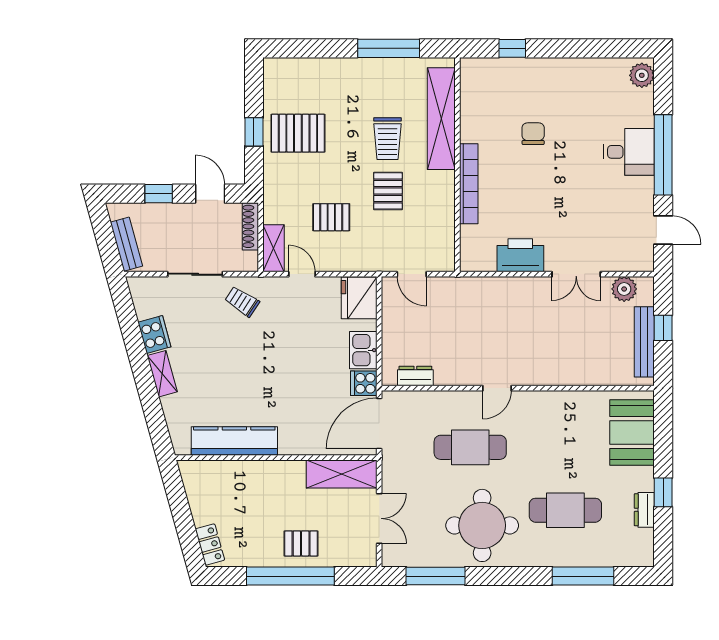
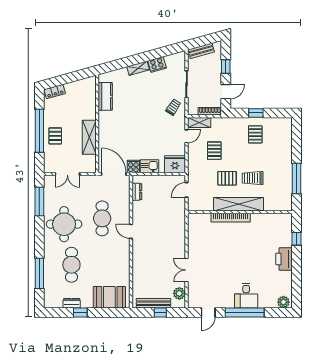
shelving: (441, 119) -> (238, 204), moved
pallet: (298, 133) -> (255, 134), width x0.67, depth x0.71
chair: (533, 134) -> (255, 249), removed
printer: (520, 255) -> (284, 259), moved, turned 180
kitchen counter: (234, 441) -> (105, 96), width x0.67
shelving: (342, 474) -> (89, 137), moved

